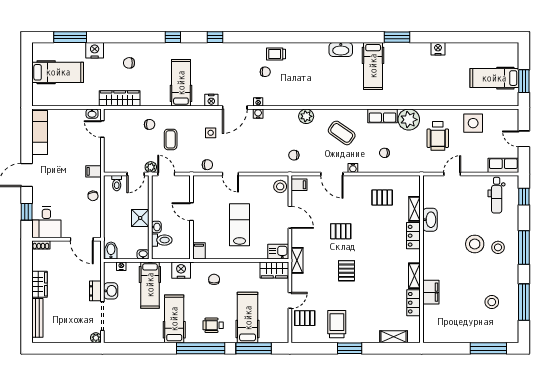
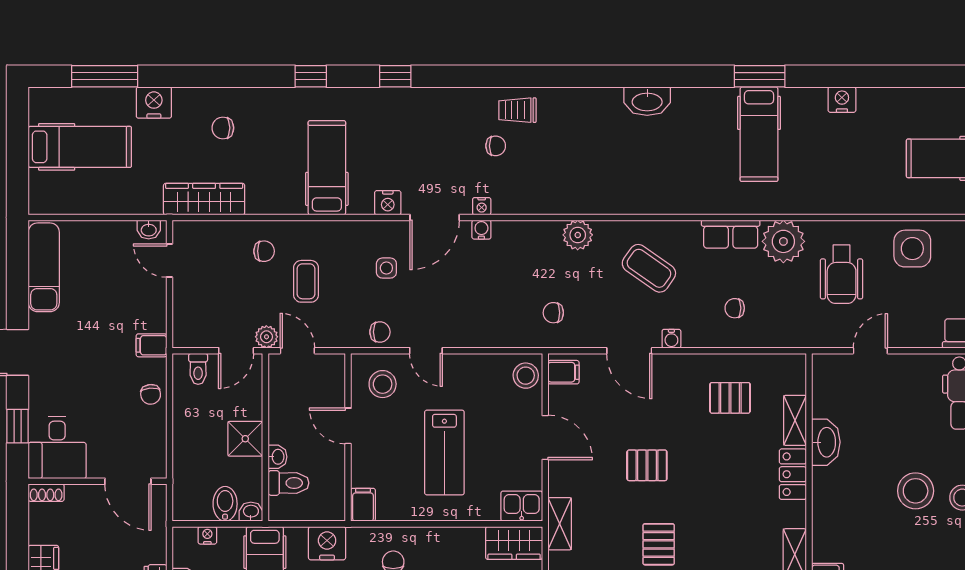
hospital bed: (373, 66) -> (759, 134), moved
stool: (209, 191) -> (383, 384), added
lab bench: (240, 225) -> (444, 453), turned 180
bidet: (111, 250) -> (225, 504), moved

